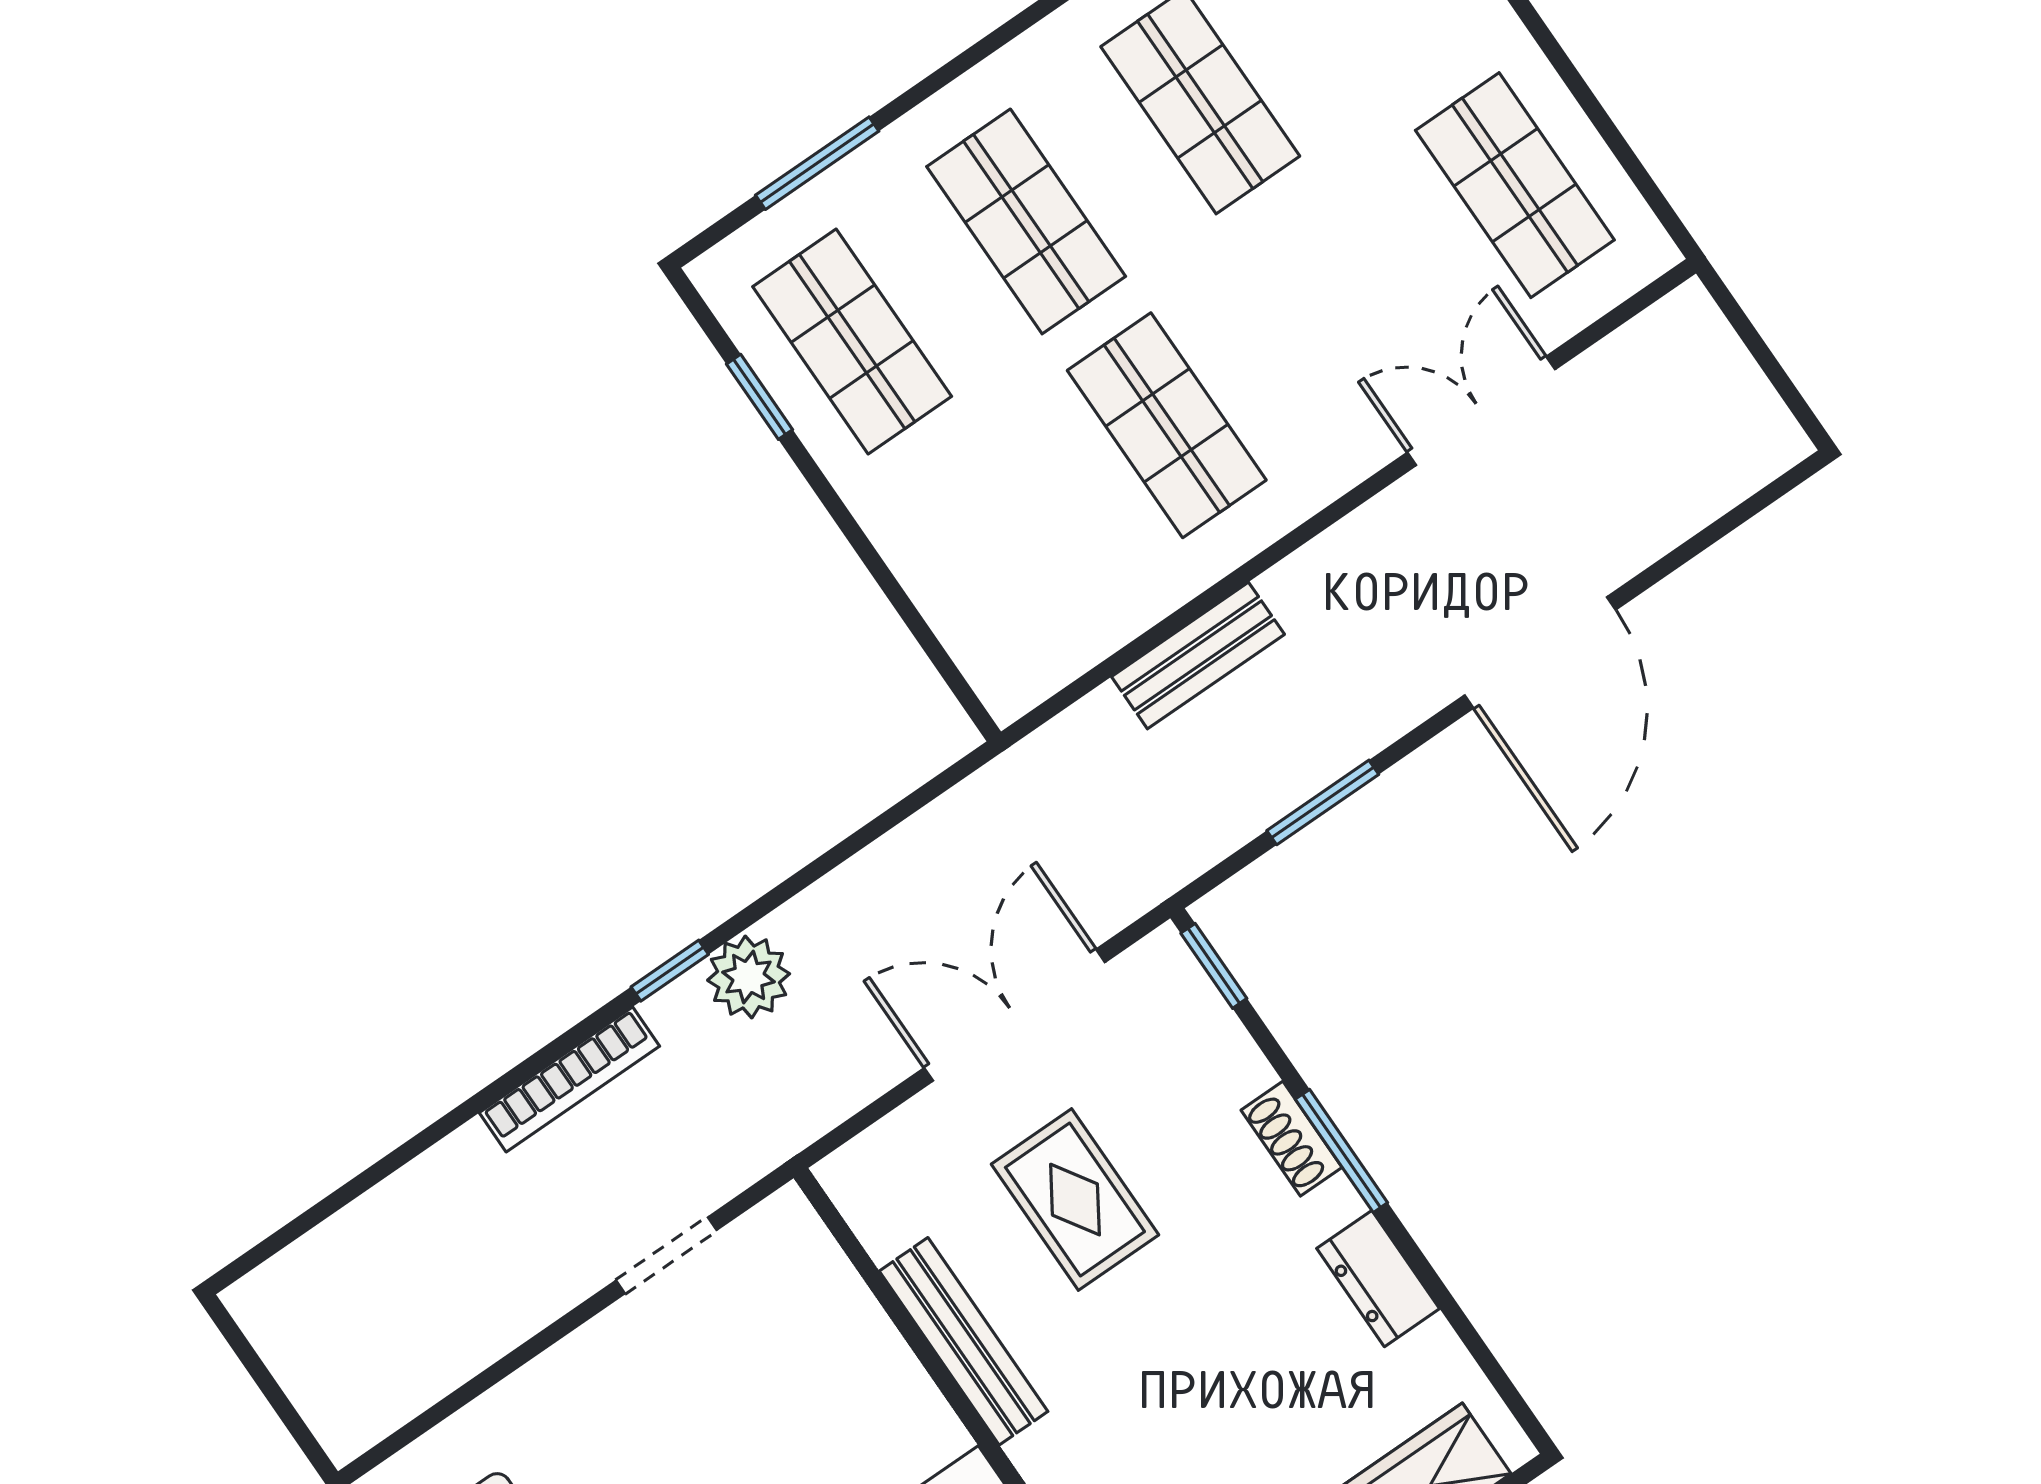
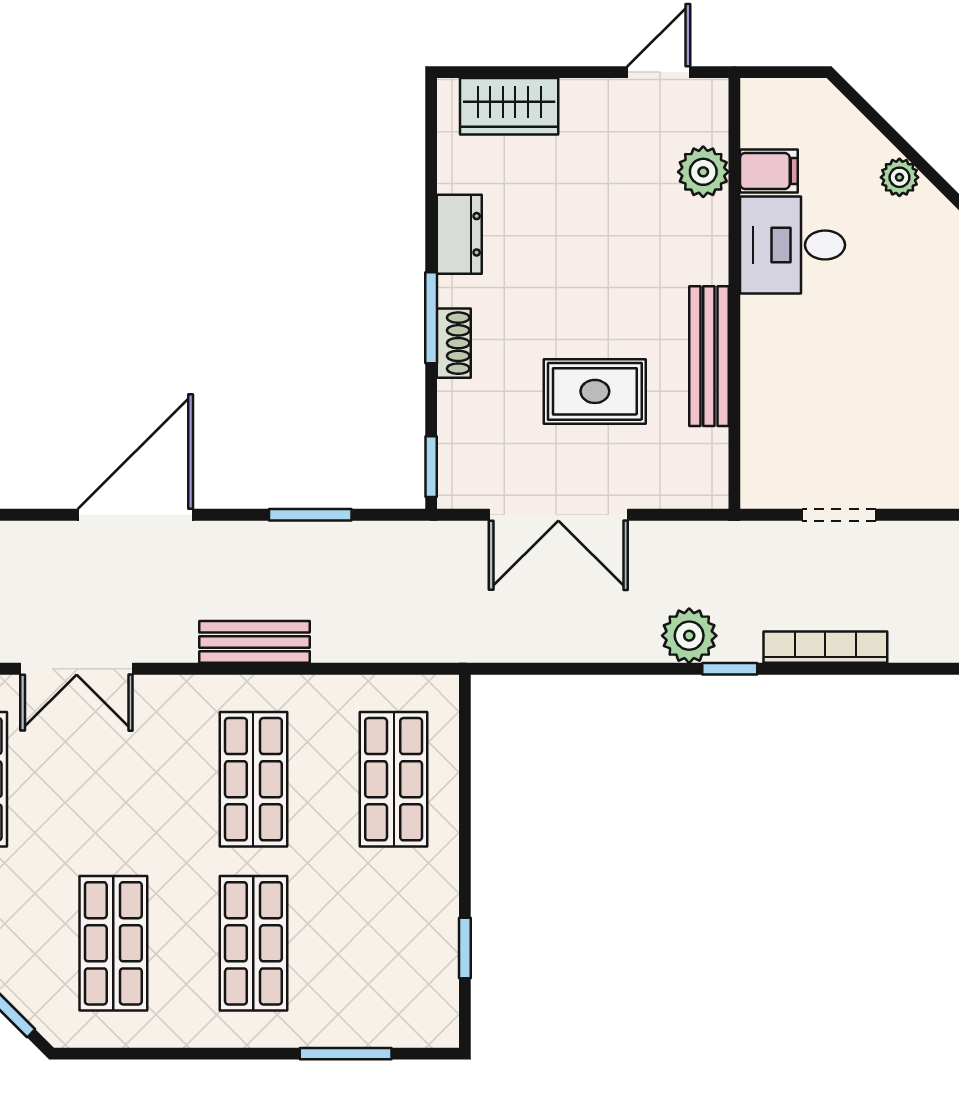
shop shelf: (852, 342) -> (394, 779), moved
bench: (1198, 655) -> (255, 642), moved
rug: (1075, 1200) -> (595, 391), turned 90

